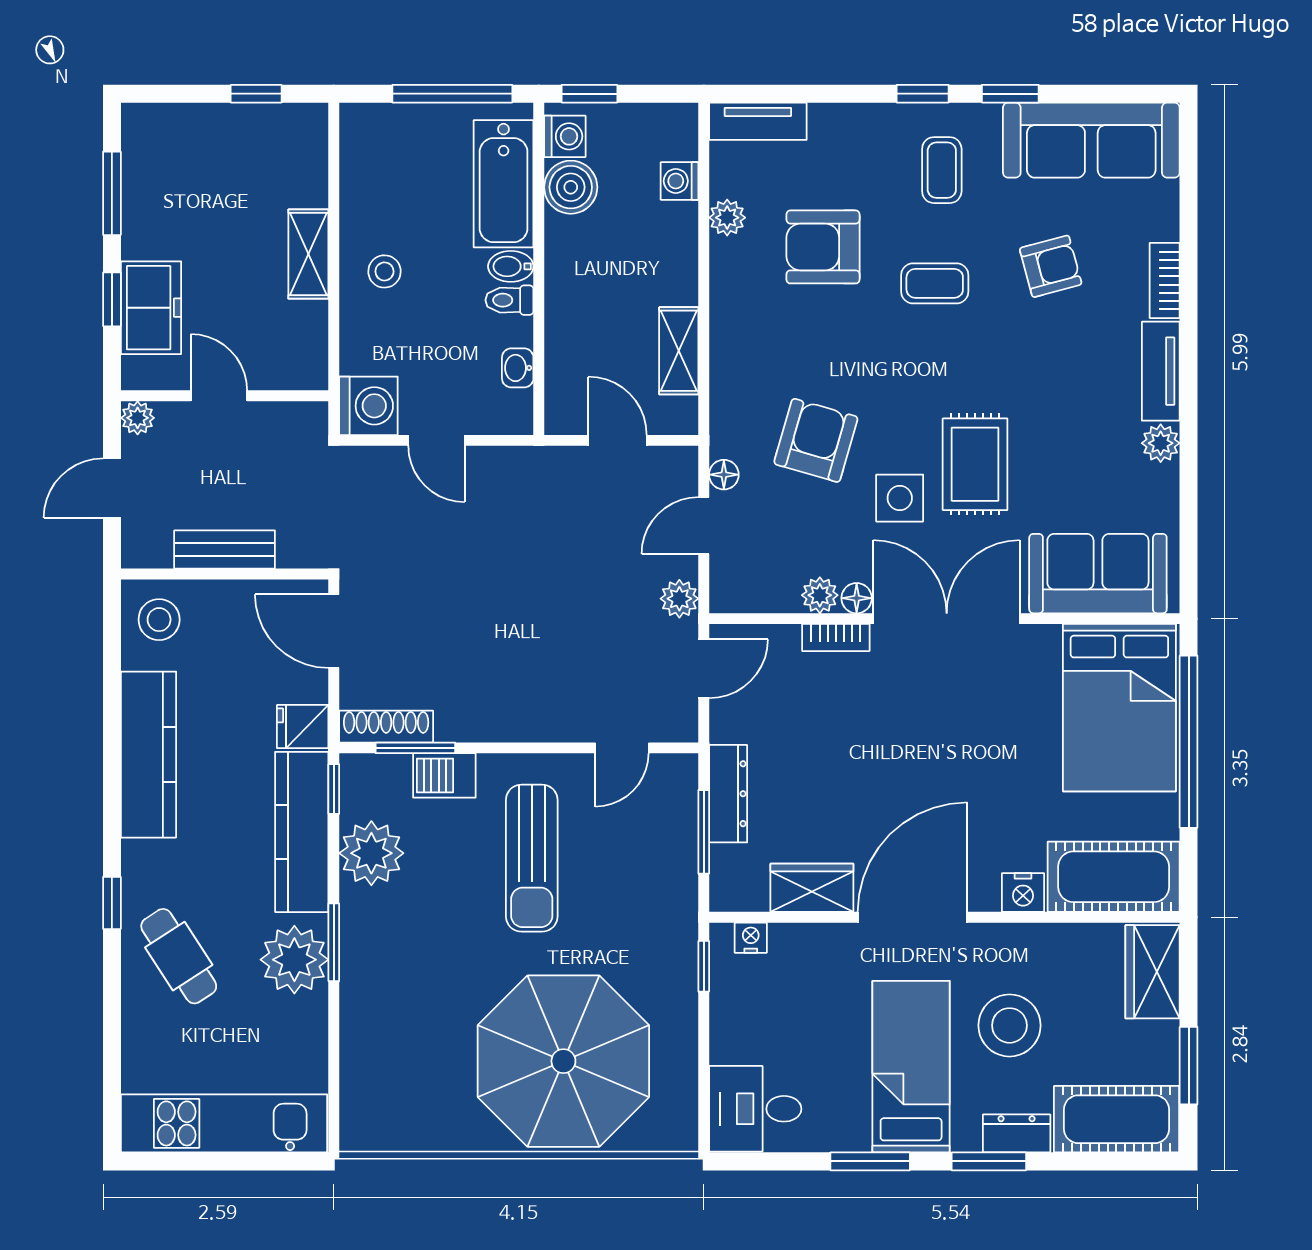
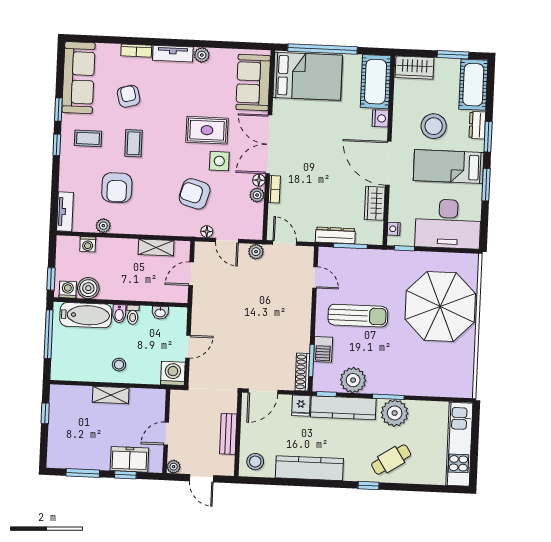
desk: (755, 1109) -> (448, 224), width x1.87, depth x1.30

